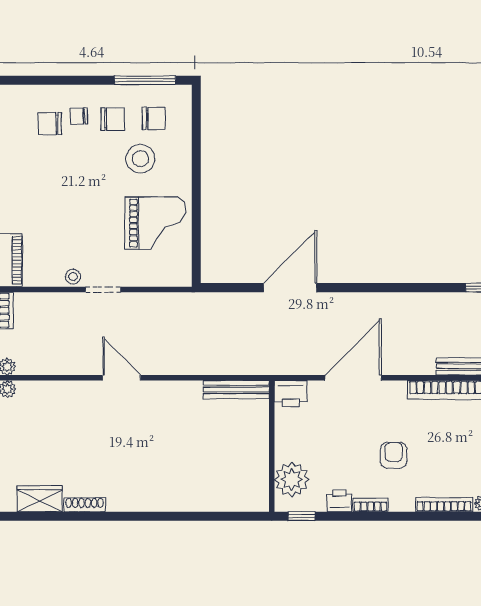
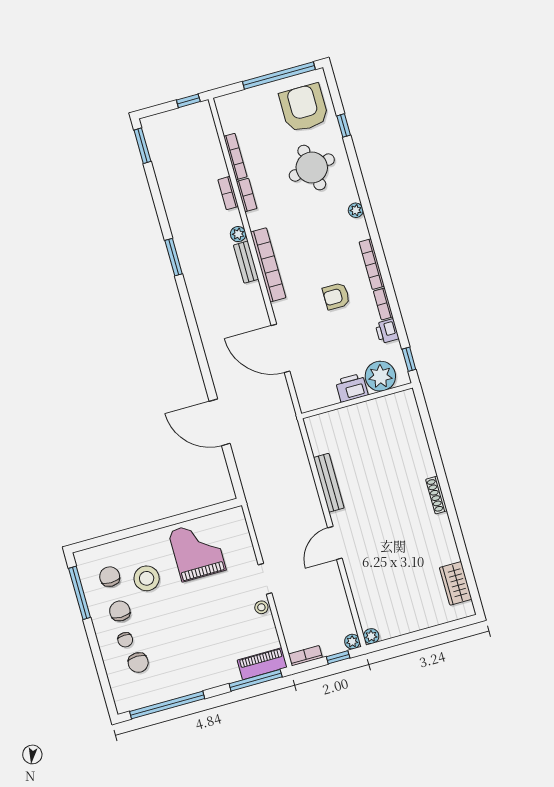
bench: (236, 389) -> (329, 483), moved
printer: (291, 394) -> (352, 388), moved, turned -90
shoe rack: (85, 505) -> (436, 495), moved
bookcase: (444, 505) -> (372, 264), moved

